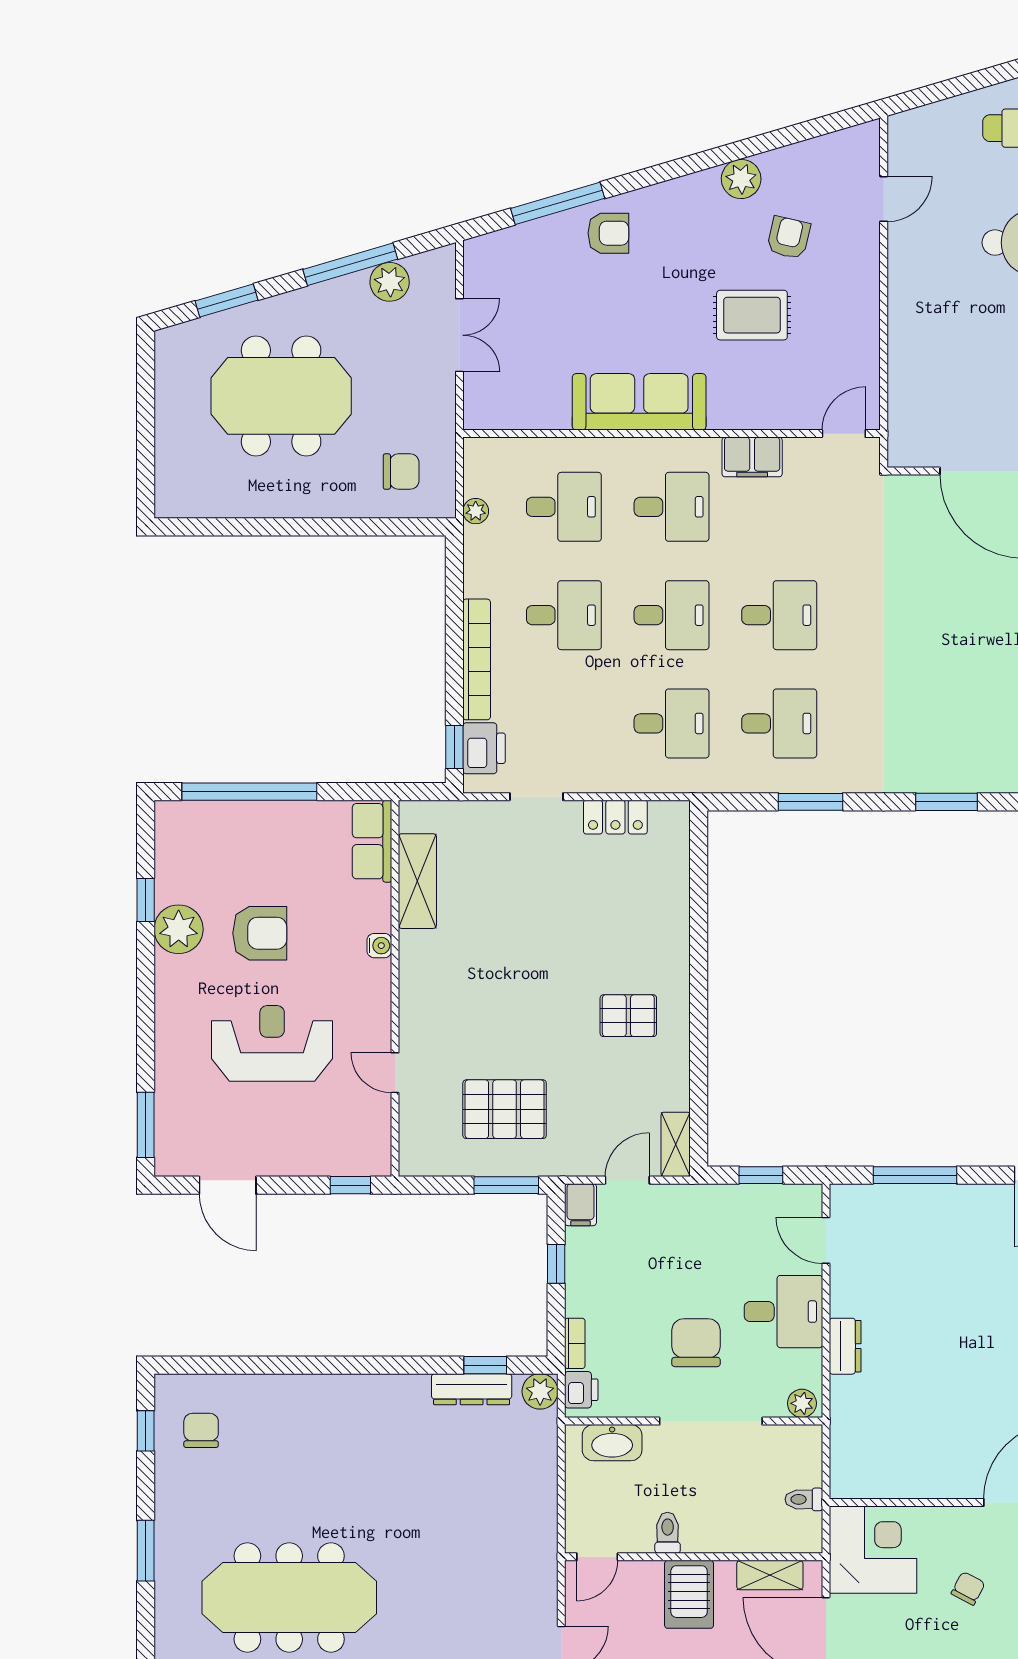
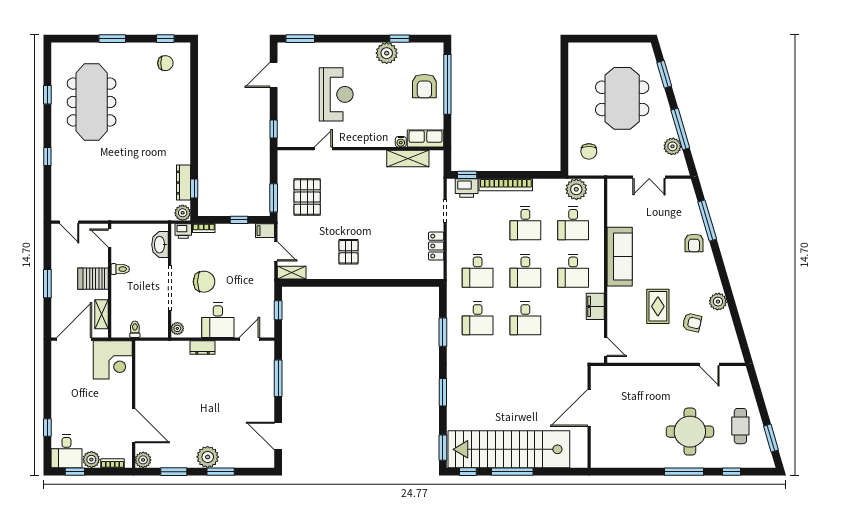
plant: (476, 511) -> (576, 189), width x1.88, depth x1.88
armchair: (260, 933) -> (424, 86), moved
water cooler: (379, 946) -> (401, 142), moved
chair: (968, 1588) -> (96, 402), removed

